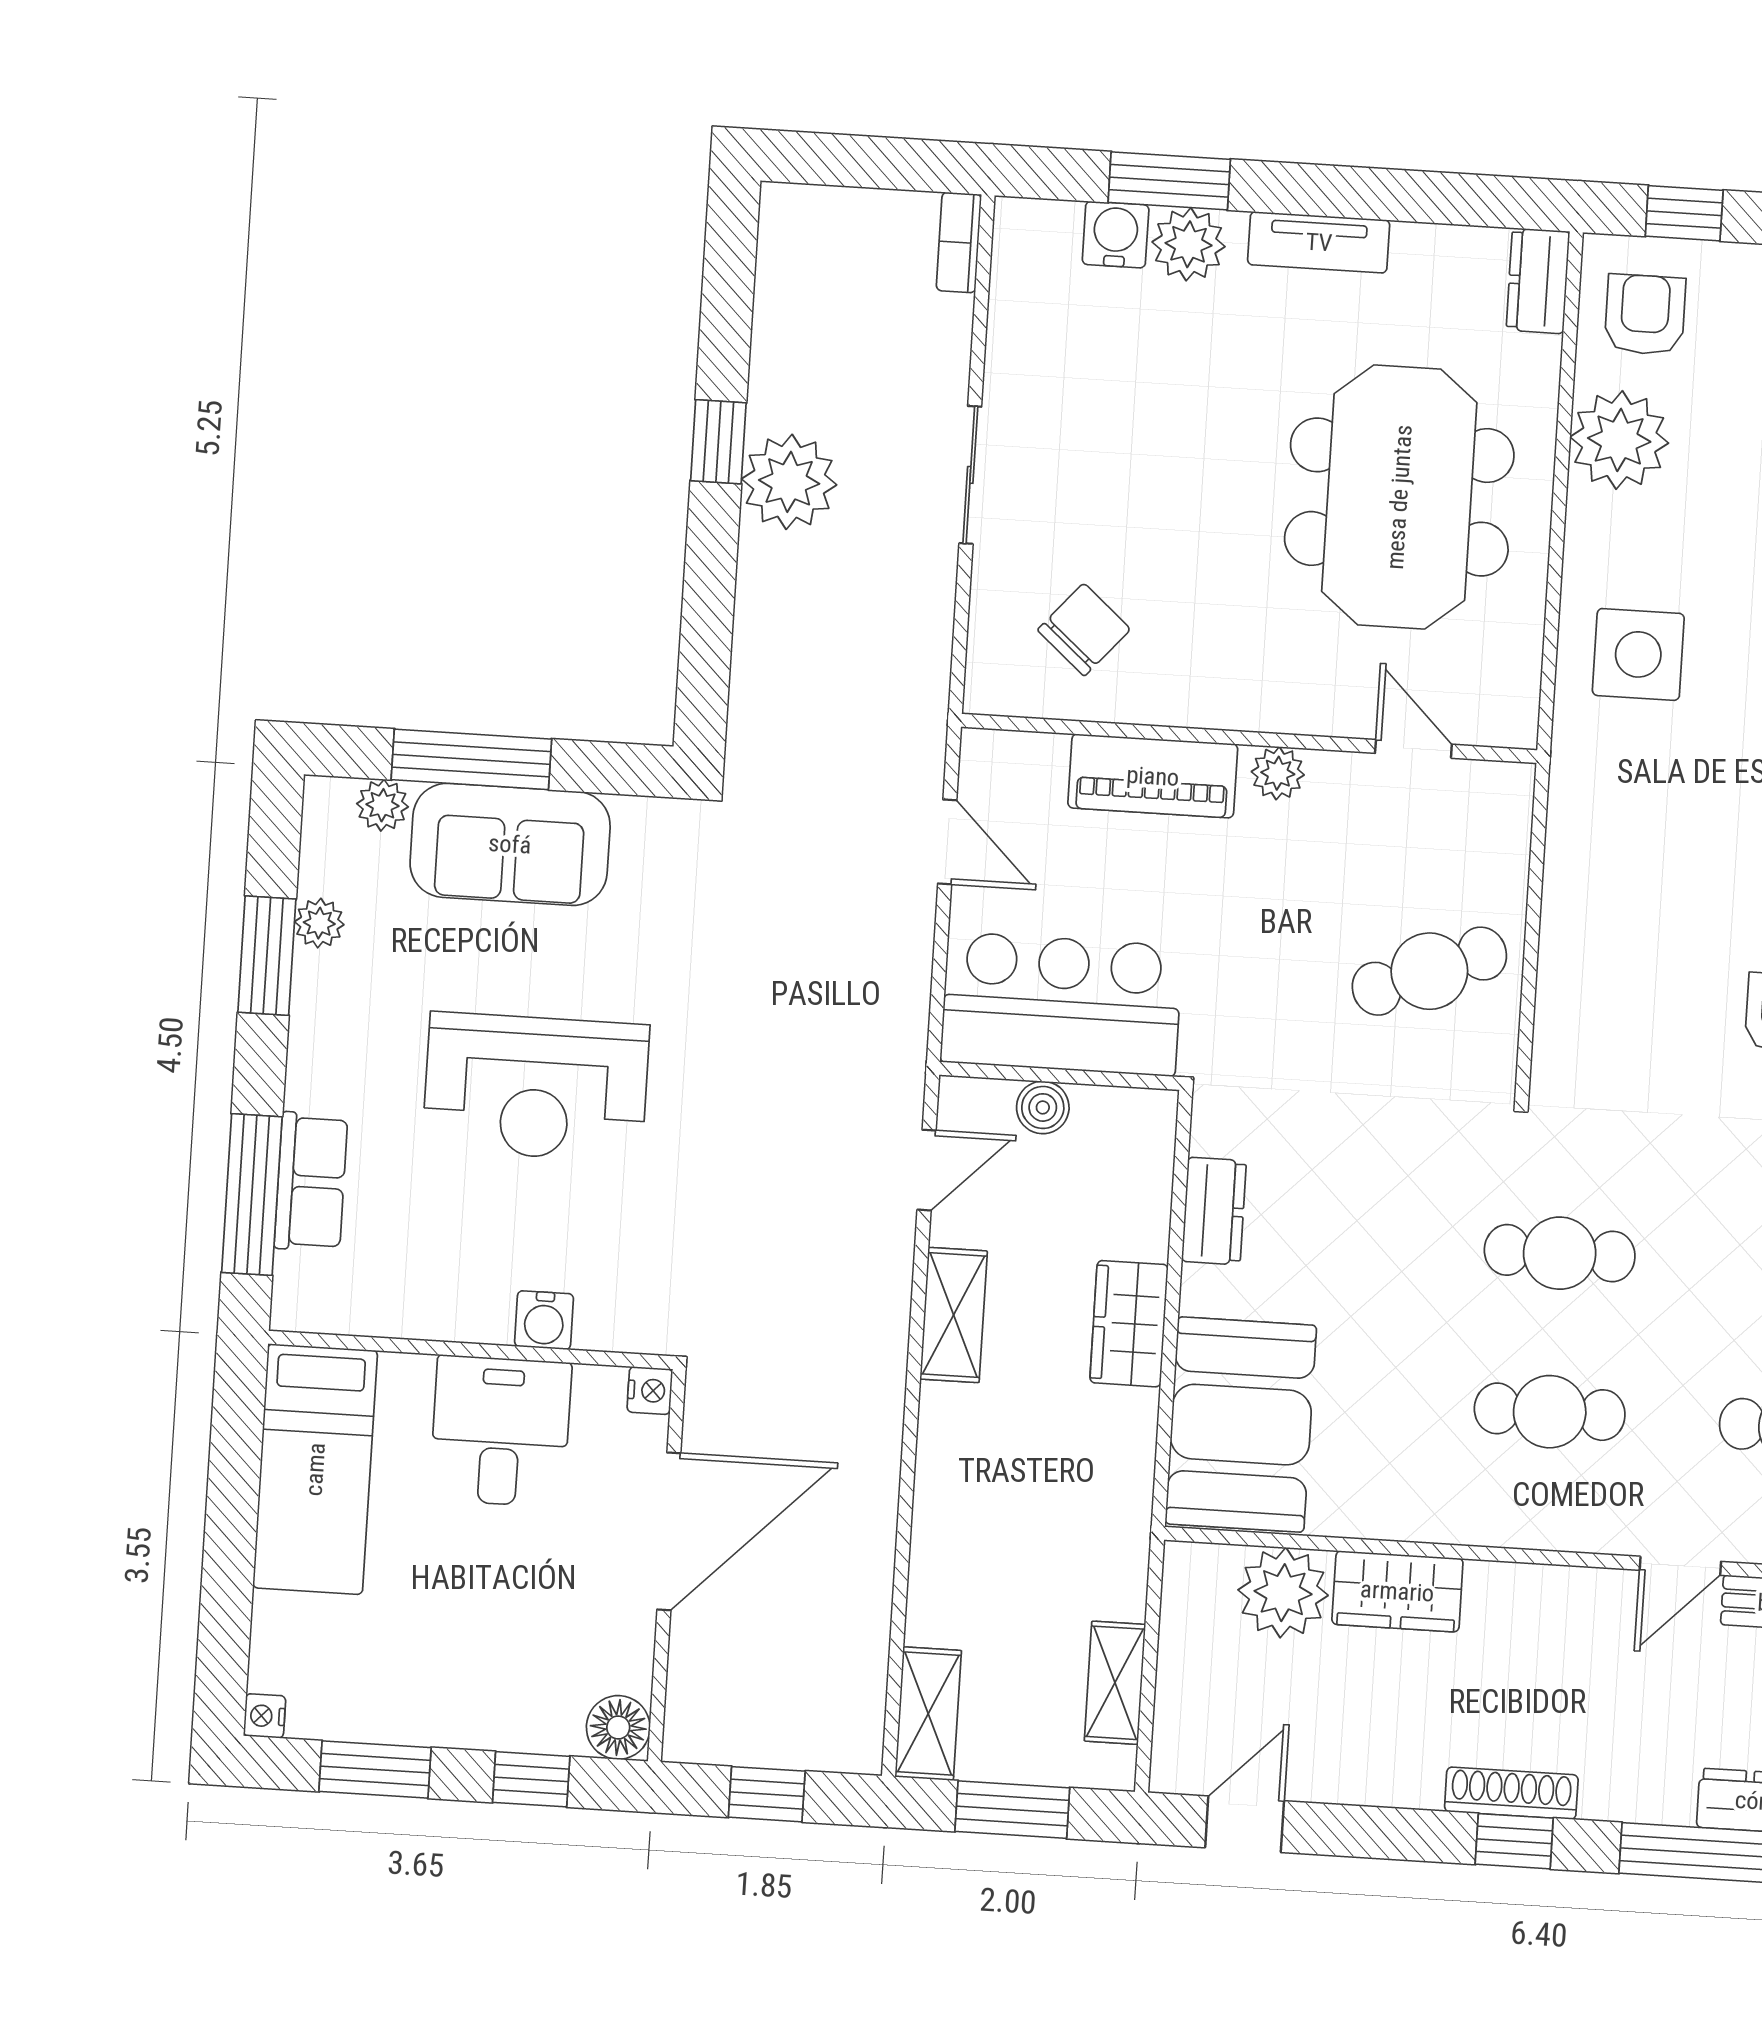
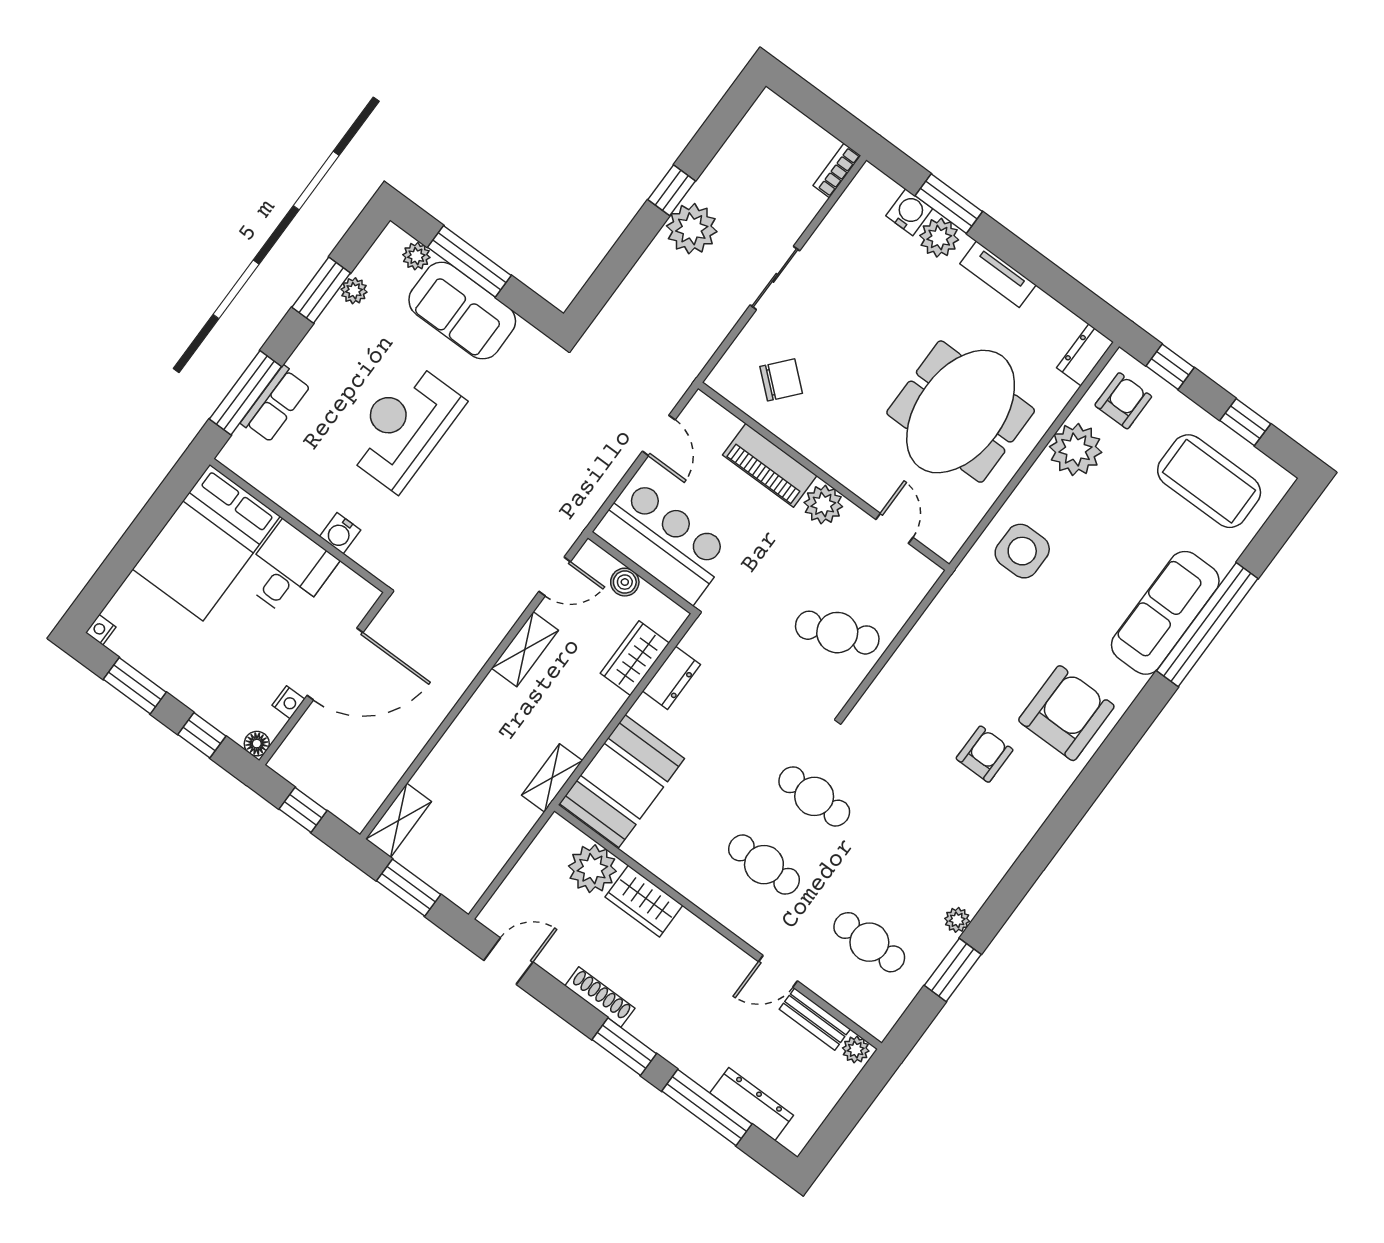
plant: (1278, 773) -> (823, 504), width x1.38, depth x1.38
reception desk: (536, 1087) -> (404, 427), turned 90
wardrobe: (1129, 1324) -> (635, 658), moved
nightstand: (650, 1391) -> (288, 702), moved
bed: (315, 1469) -> (206, 543), width x1.50
shelving: (1115, 1683) -> (552, 778), moved
floor lamp: (618, 1727) -> (257, 744), width x0.73, depth x0.73
shoe rack: (1511, 1793) -> (600, 997), moved
window: (1514, 1841) -> (624, 1047), width x1.50

